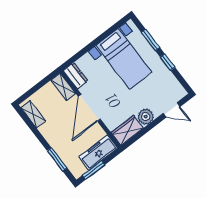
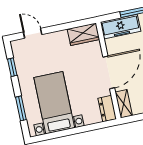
window: (168, 62) -> (12, 67), moved
plant: (146, 117) -> (60, 39), removed

